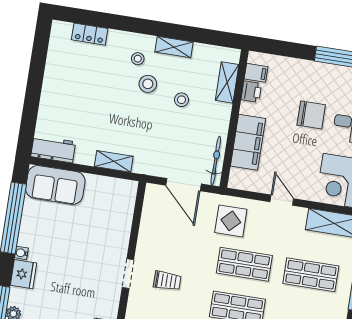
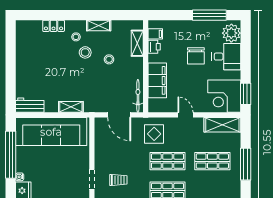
locker: (90, 34) -> (54, 26), moved
chair: (311, 115) -> (196, 56), turned 90
sofa: (55, 185) -> (51, 132), width x1.85, depth x1.27

